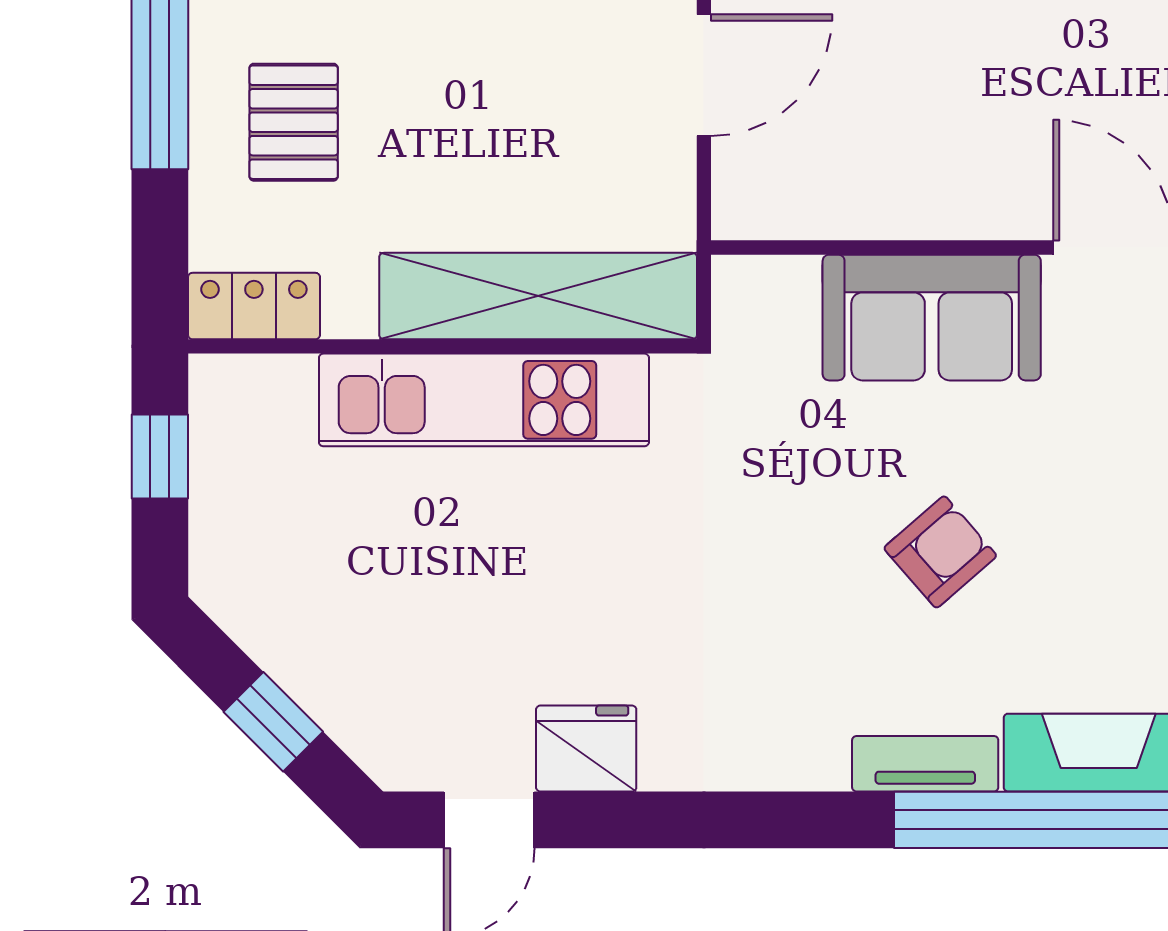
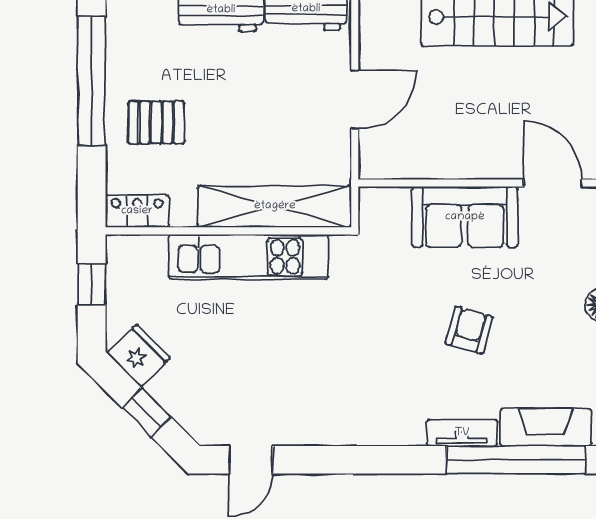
pallet: (294, 122) -> (156, 122), turned 90
armchair: (940, 552) -> (469, 330), turned -33
fridge: (586, 749) -> (139, 356), moved, turned 45

